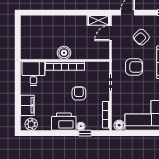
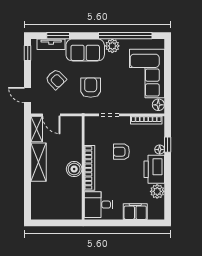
shelving: (70, 22) -> (38, 162), added
plant: (31, 124) -> (157, 191), moved

